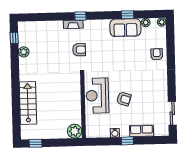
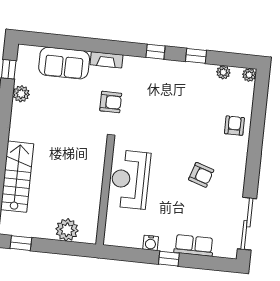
window: (80, 16) -> (156, 52), moved
sofa: (125, 28) -> (64, 63), moved
armchair: (124, 99) -> (201, 175), moved
sliding door: (172, 113) -> (247, 224), width x1.37
plant: (75, 131) -> (67, 230), moved

